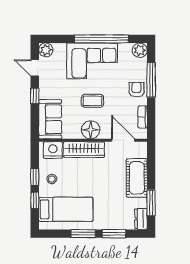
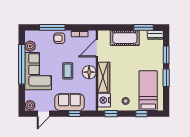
plant: (140, 50) -> (30, 46), moved
window: (35, 96) -> (74, 114), moved
sofa: (50, 119) -> (69, 102), moved
window: (35, 177) -> (111, 114), moved

